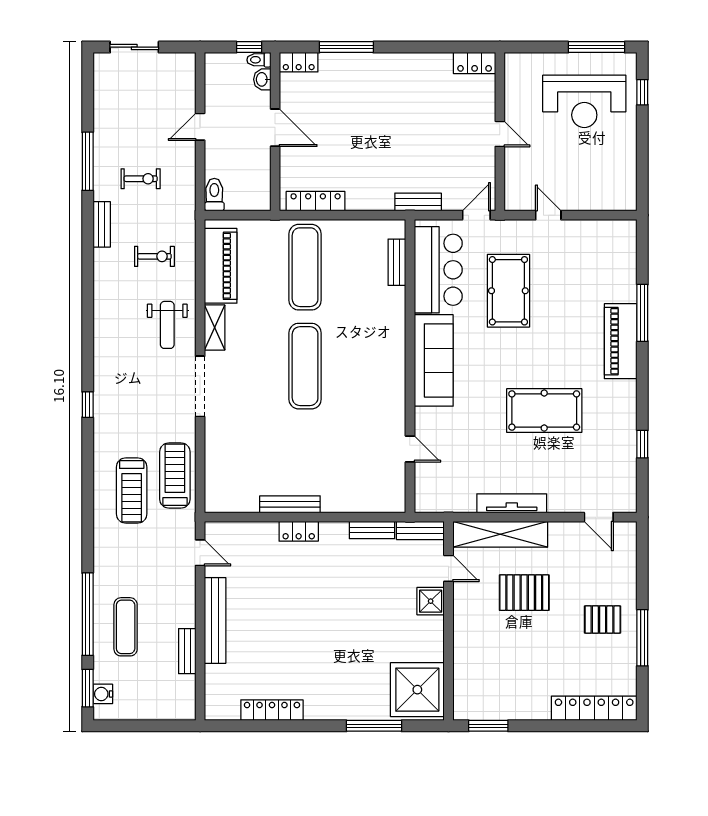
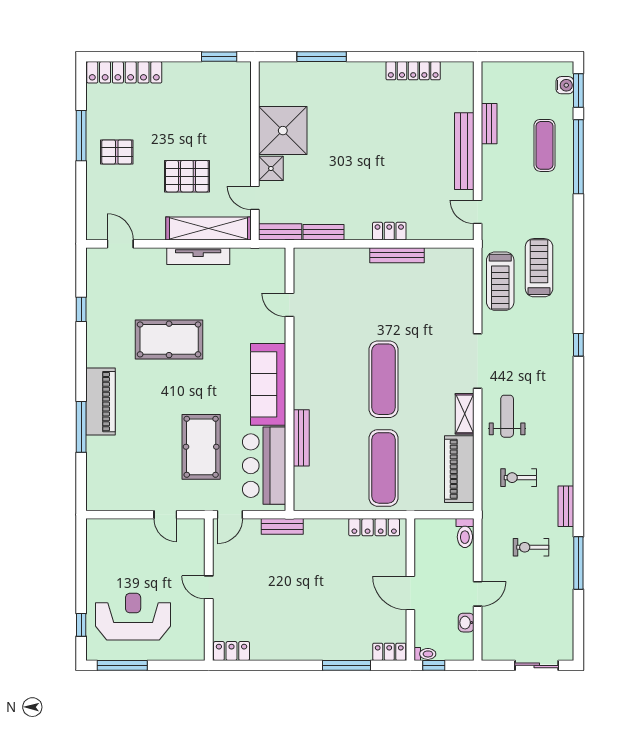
washbasin: (262, 79) -> (466, 623), moved, turned 180
bench: (397, 262) -> (301, 438), moved, width x1.36
shower: (417, 690) -> (283, 131), moved

